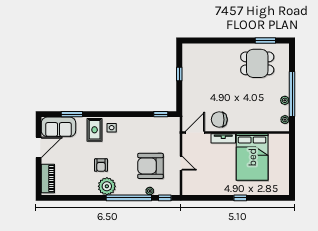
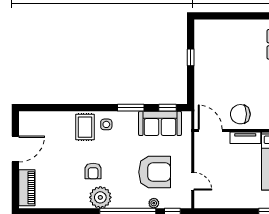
window: (72, 114) -> (131, 108), moved
sofa: (58, 127) -> (160, 123), moved
door: (195, 133) -> (210, 131), hinge flipped
door: (181, 163) -> (193, 181), moved
armchair: (150, 166) -> (155, 172), turned 180

